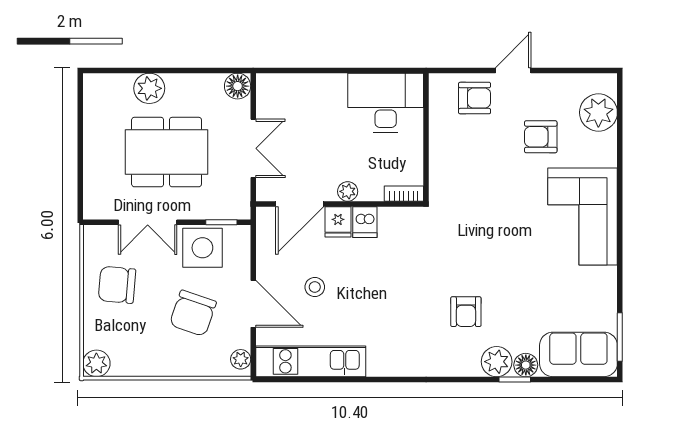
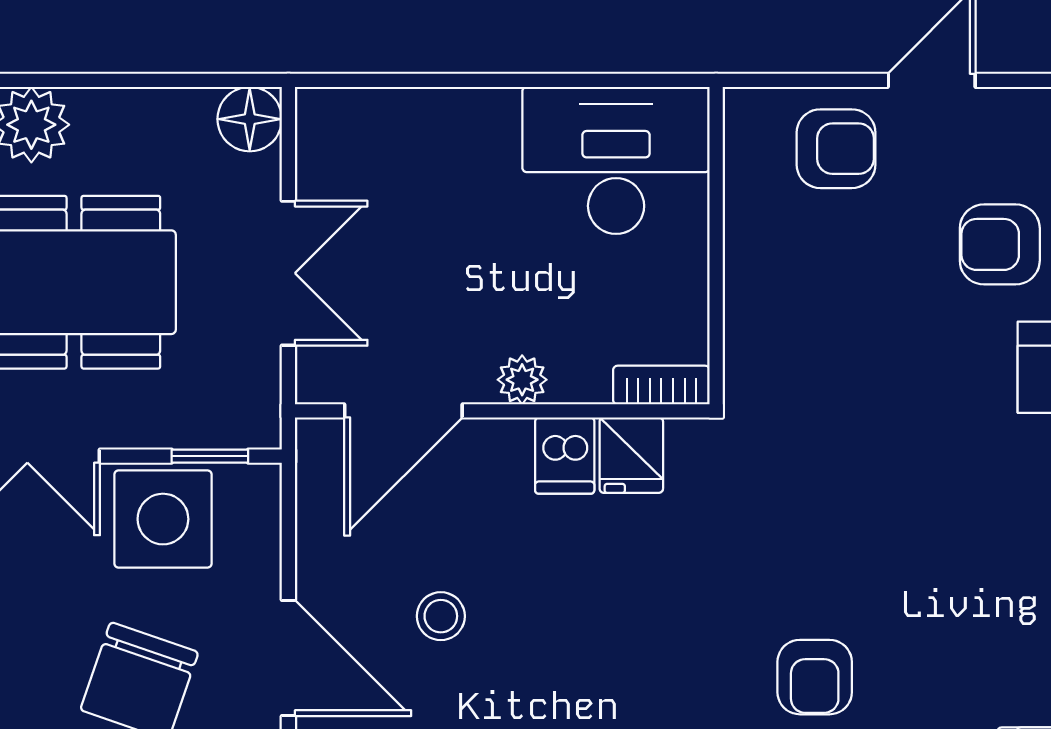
fridge: (338, 222) -> (631, 455), moved

